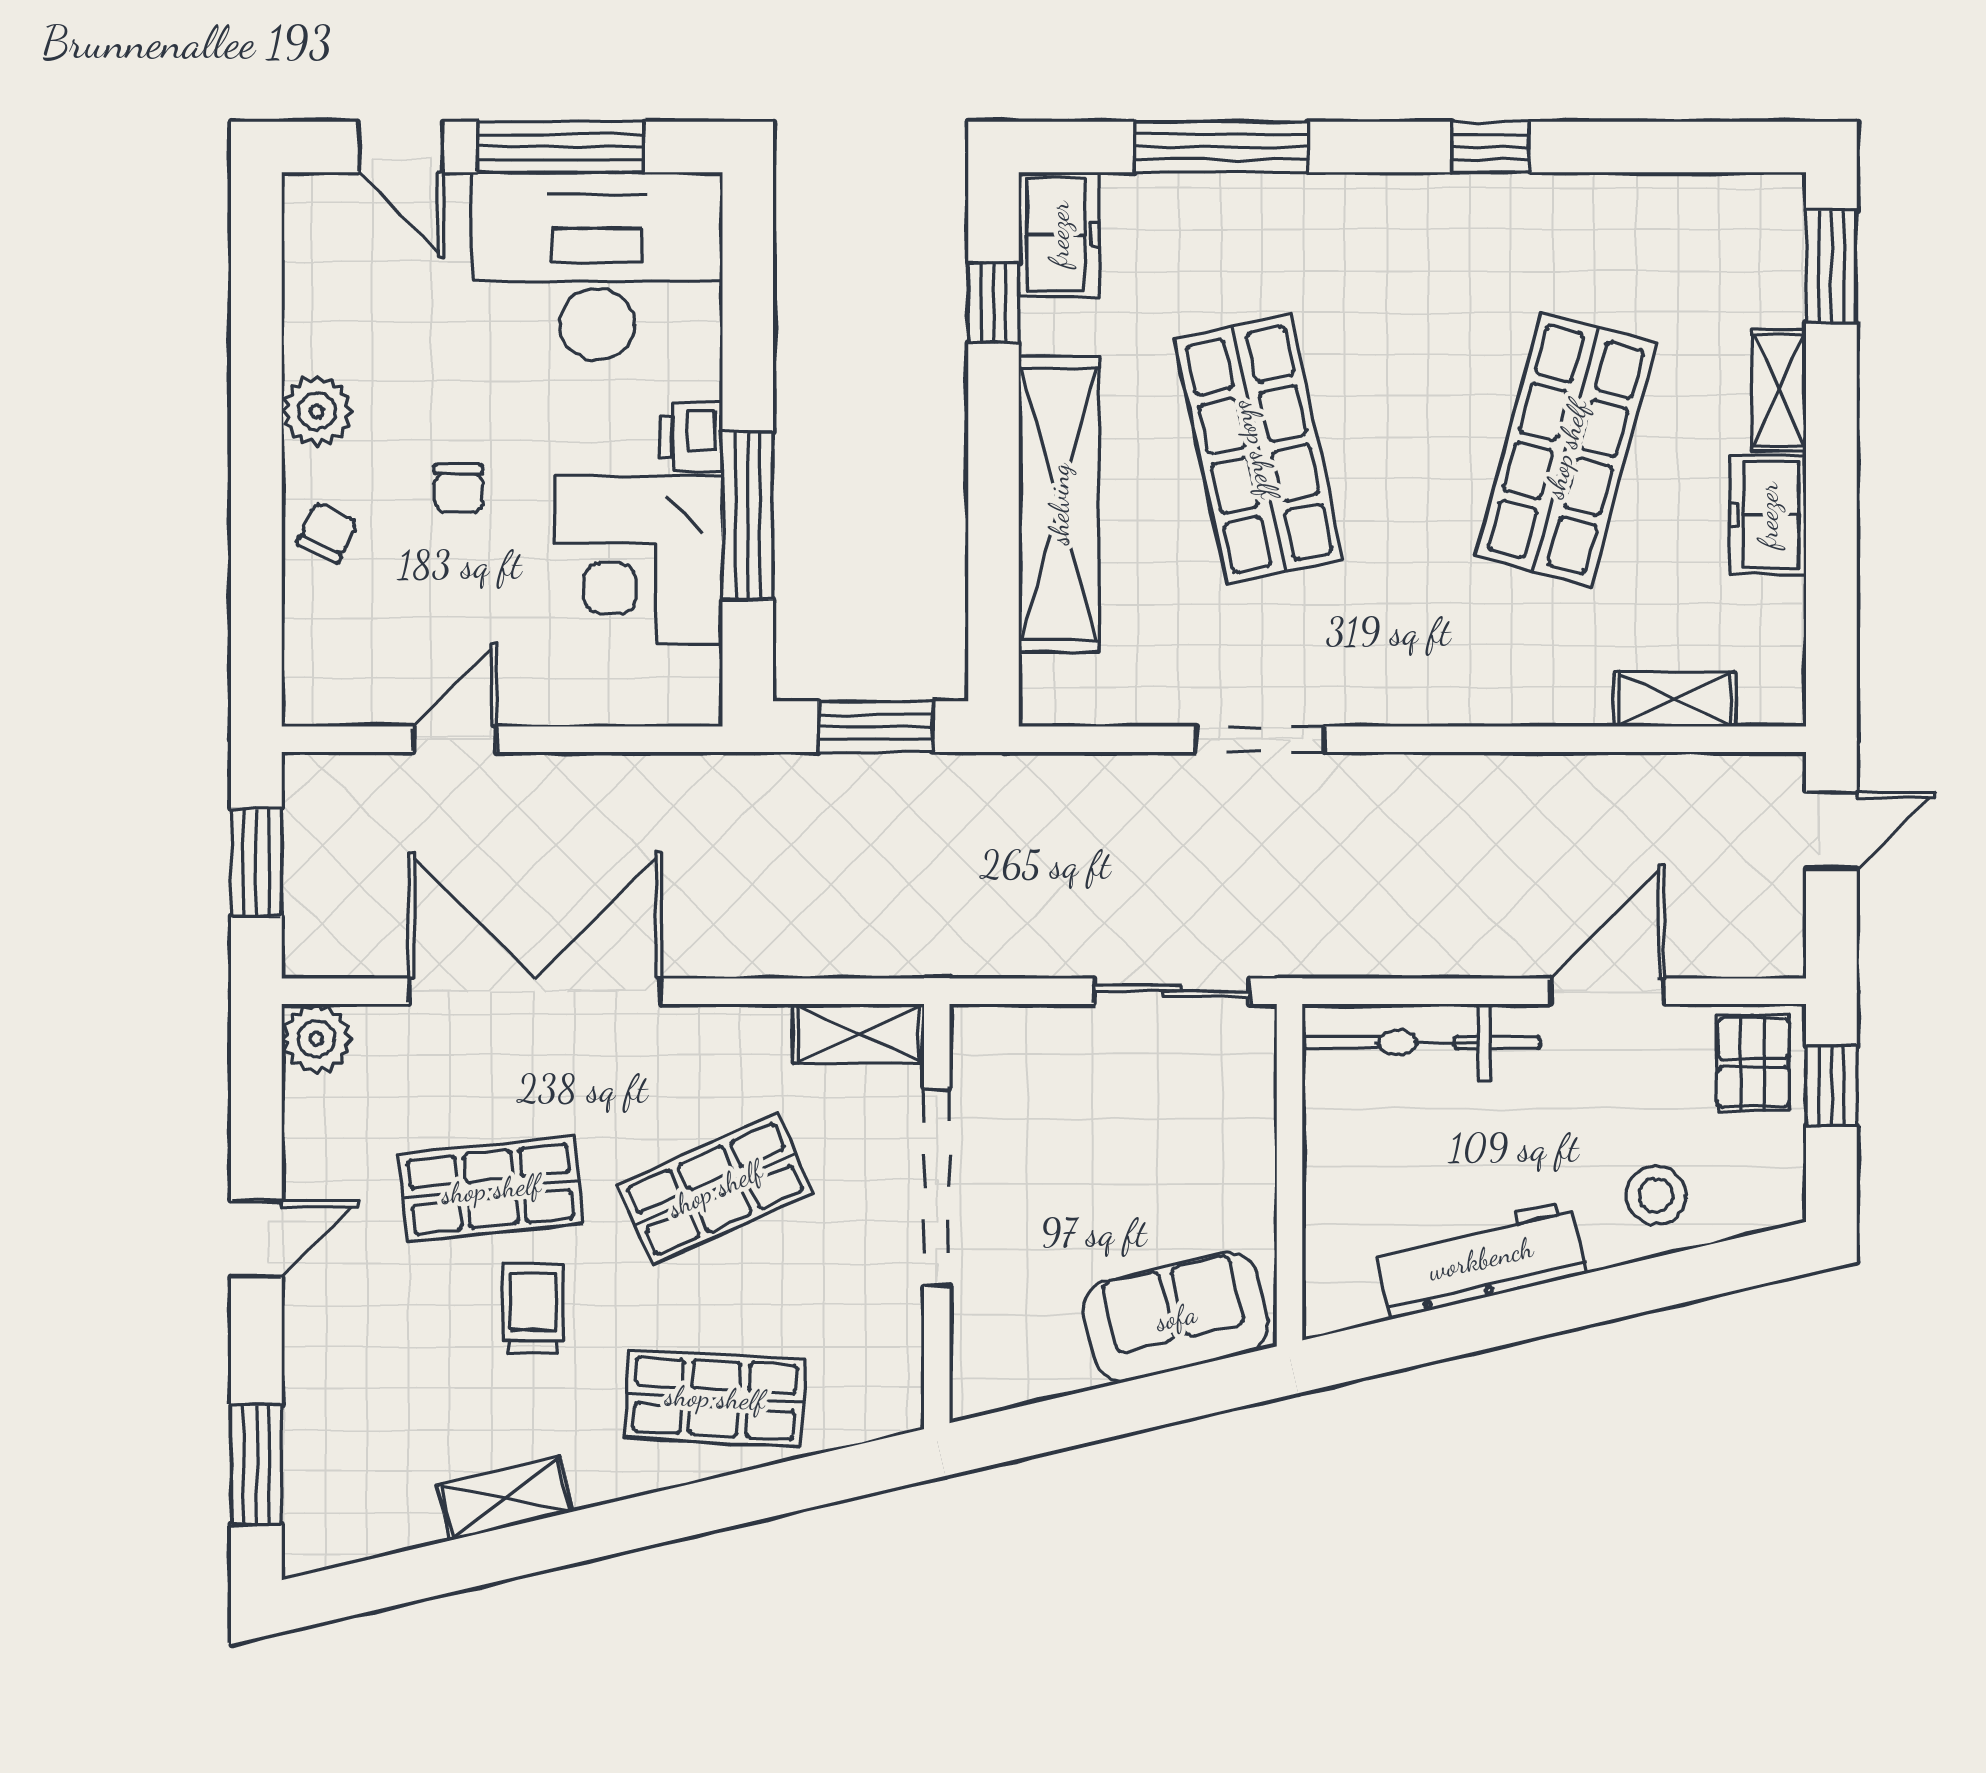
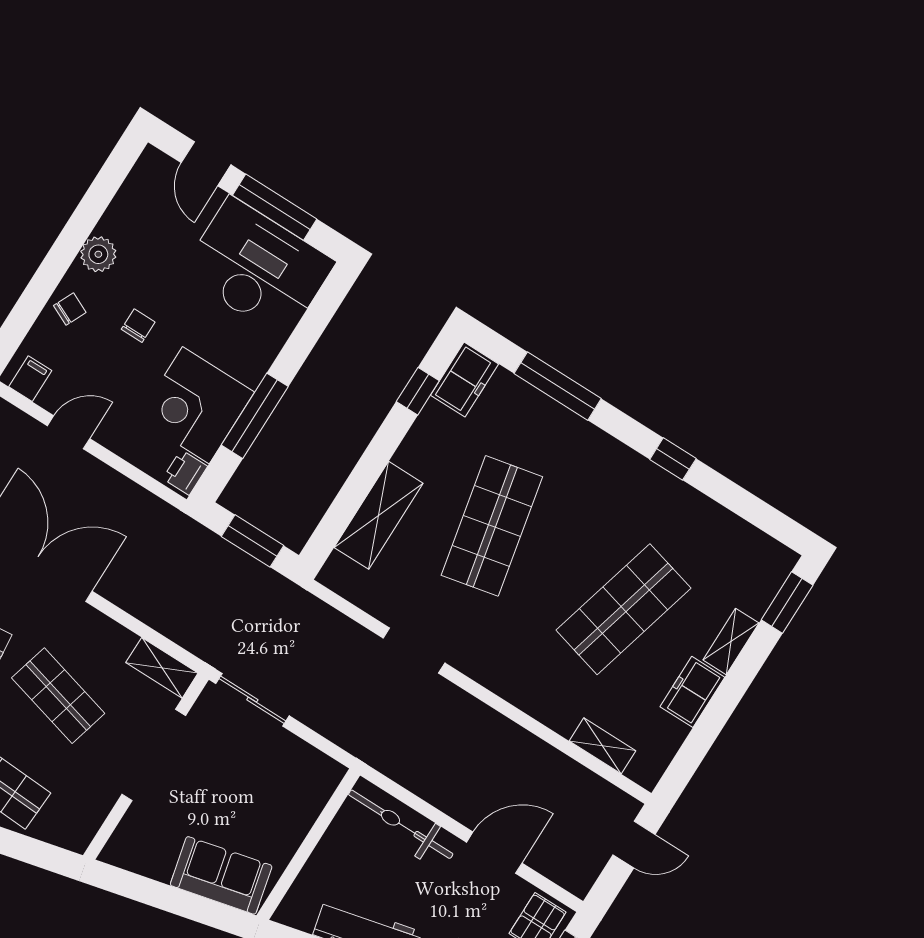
printer: (691, 437) -> (185, 472), moved
chair: (458, 488) -> (138, 326), turned 180
shelving: (1059, 504) -> (379, 515), width x0.68
filing cabinet: (334, 690) -> (30, 379), added
sliding door: (1172, 991) -> (252, 700), moved
shop shelf: (715, 1189) -> (58, 696), turned 39

